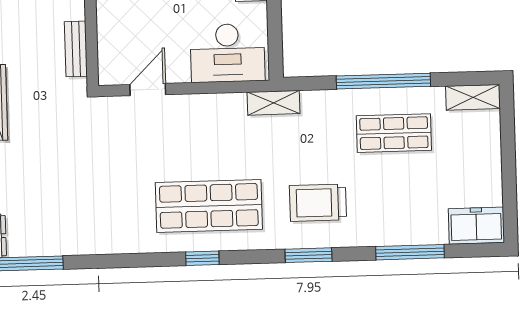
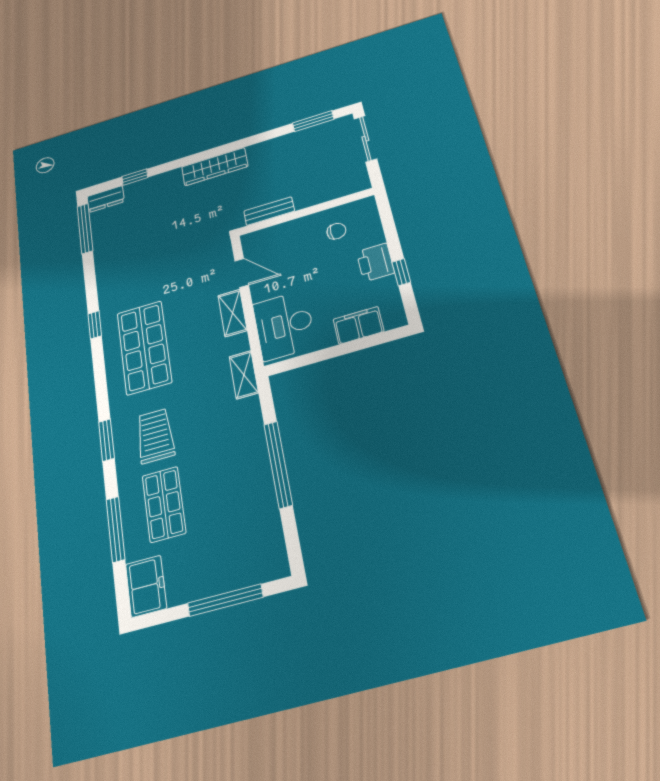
shelving: (473, 97) -> (232, 313), moved
shop shelf: (394, 133) -> (164, 504), moved
window: (508, 150) -> (225, 600), added
window: (202, 258) -> (95, 325), moved

